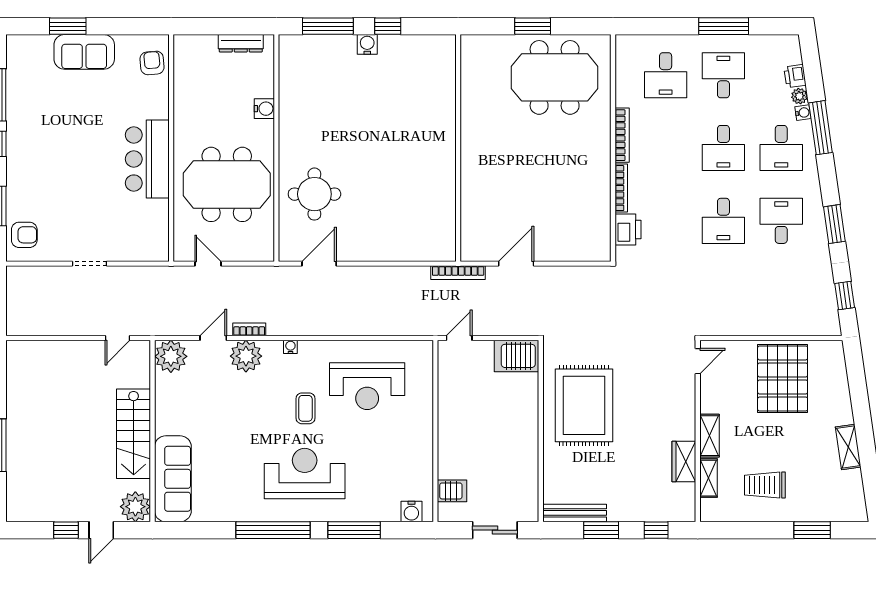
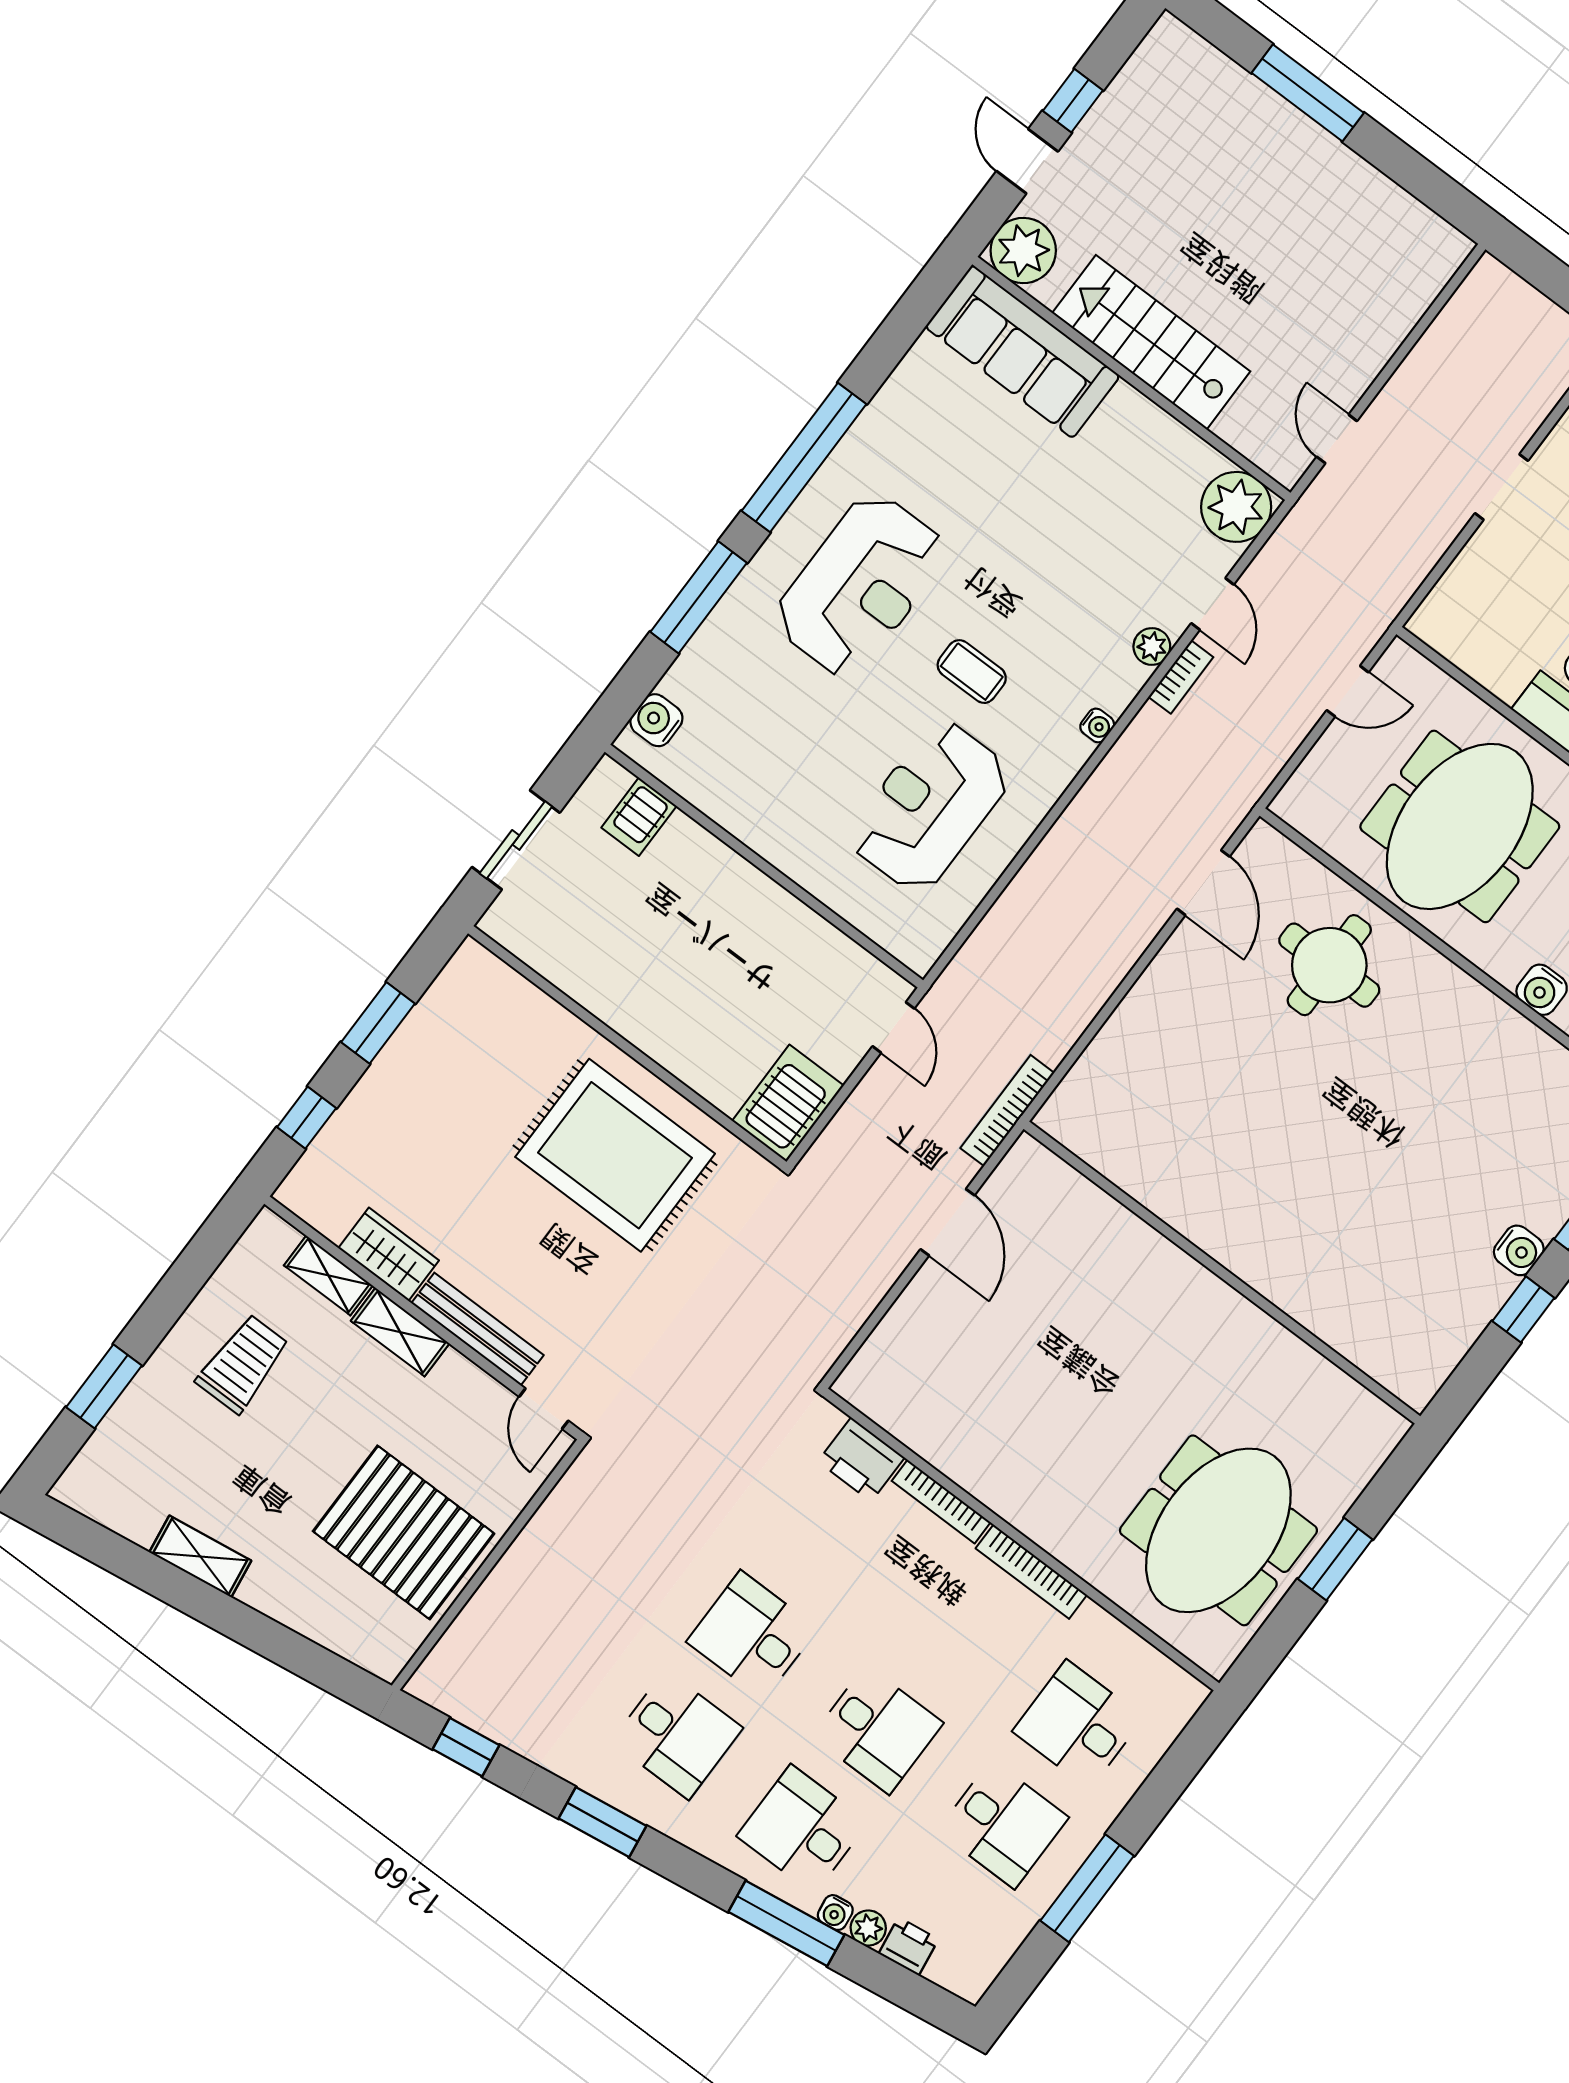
desk: (723, 148) -> (878, 1730), turned 180
plant: (246, 356) -> (1152, 646), width x0.53, depth x0.53
bench: (575, 513) -> (477, 1329), moved, turned 90

